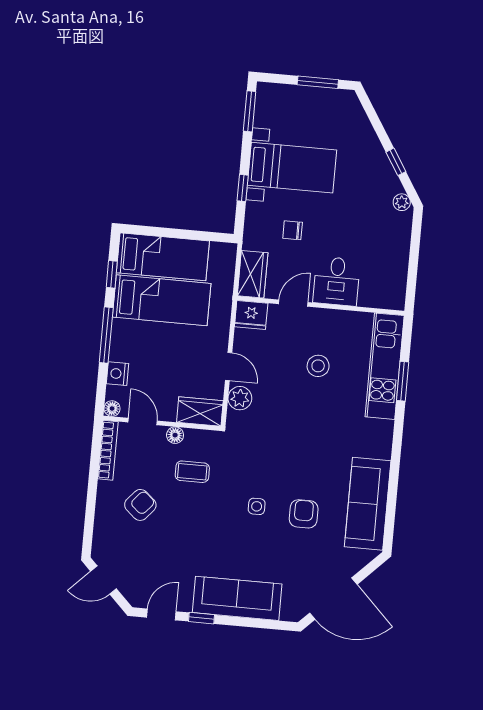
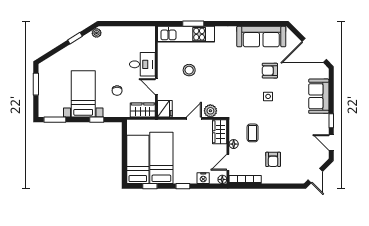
window: (106, 335) -> (183, 186), width x0.46
armchair: (140, 505) -> (273, 159), turned -131
sofa: (237, 598) -> (319, 96), width x0.73
door: (333, 599) -> (314, 50), swing flipped

